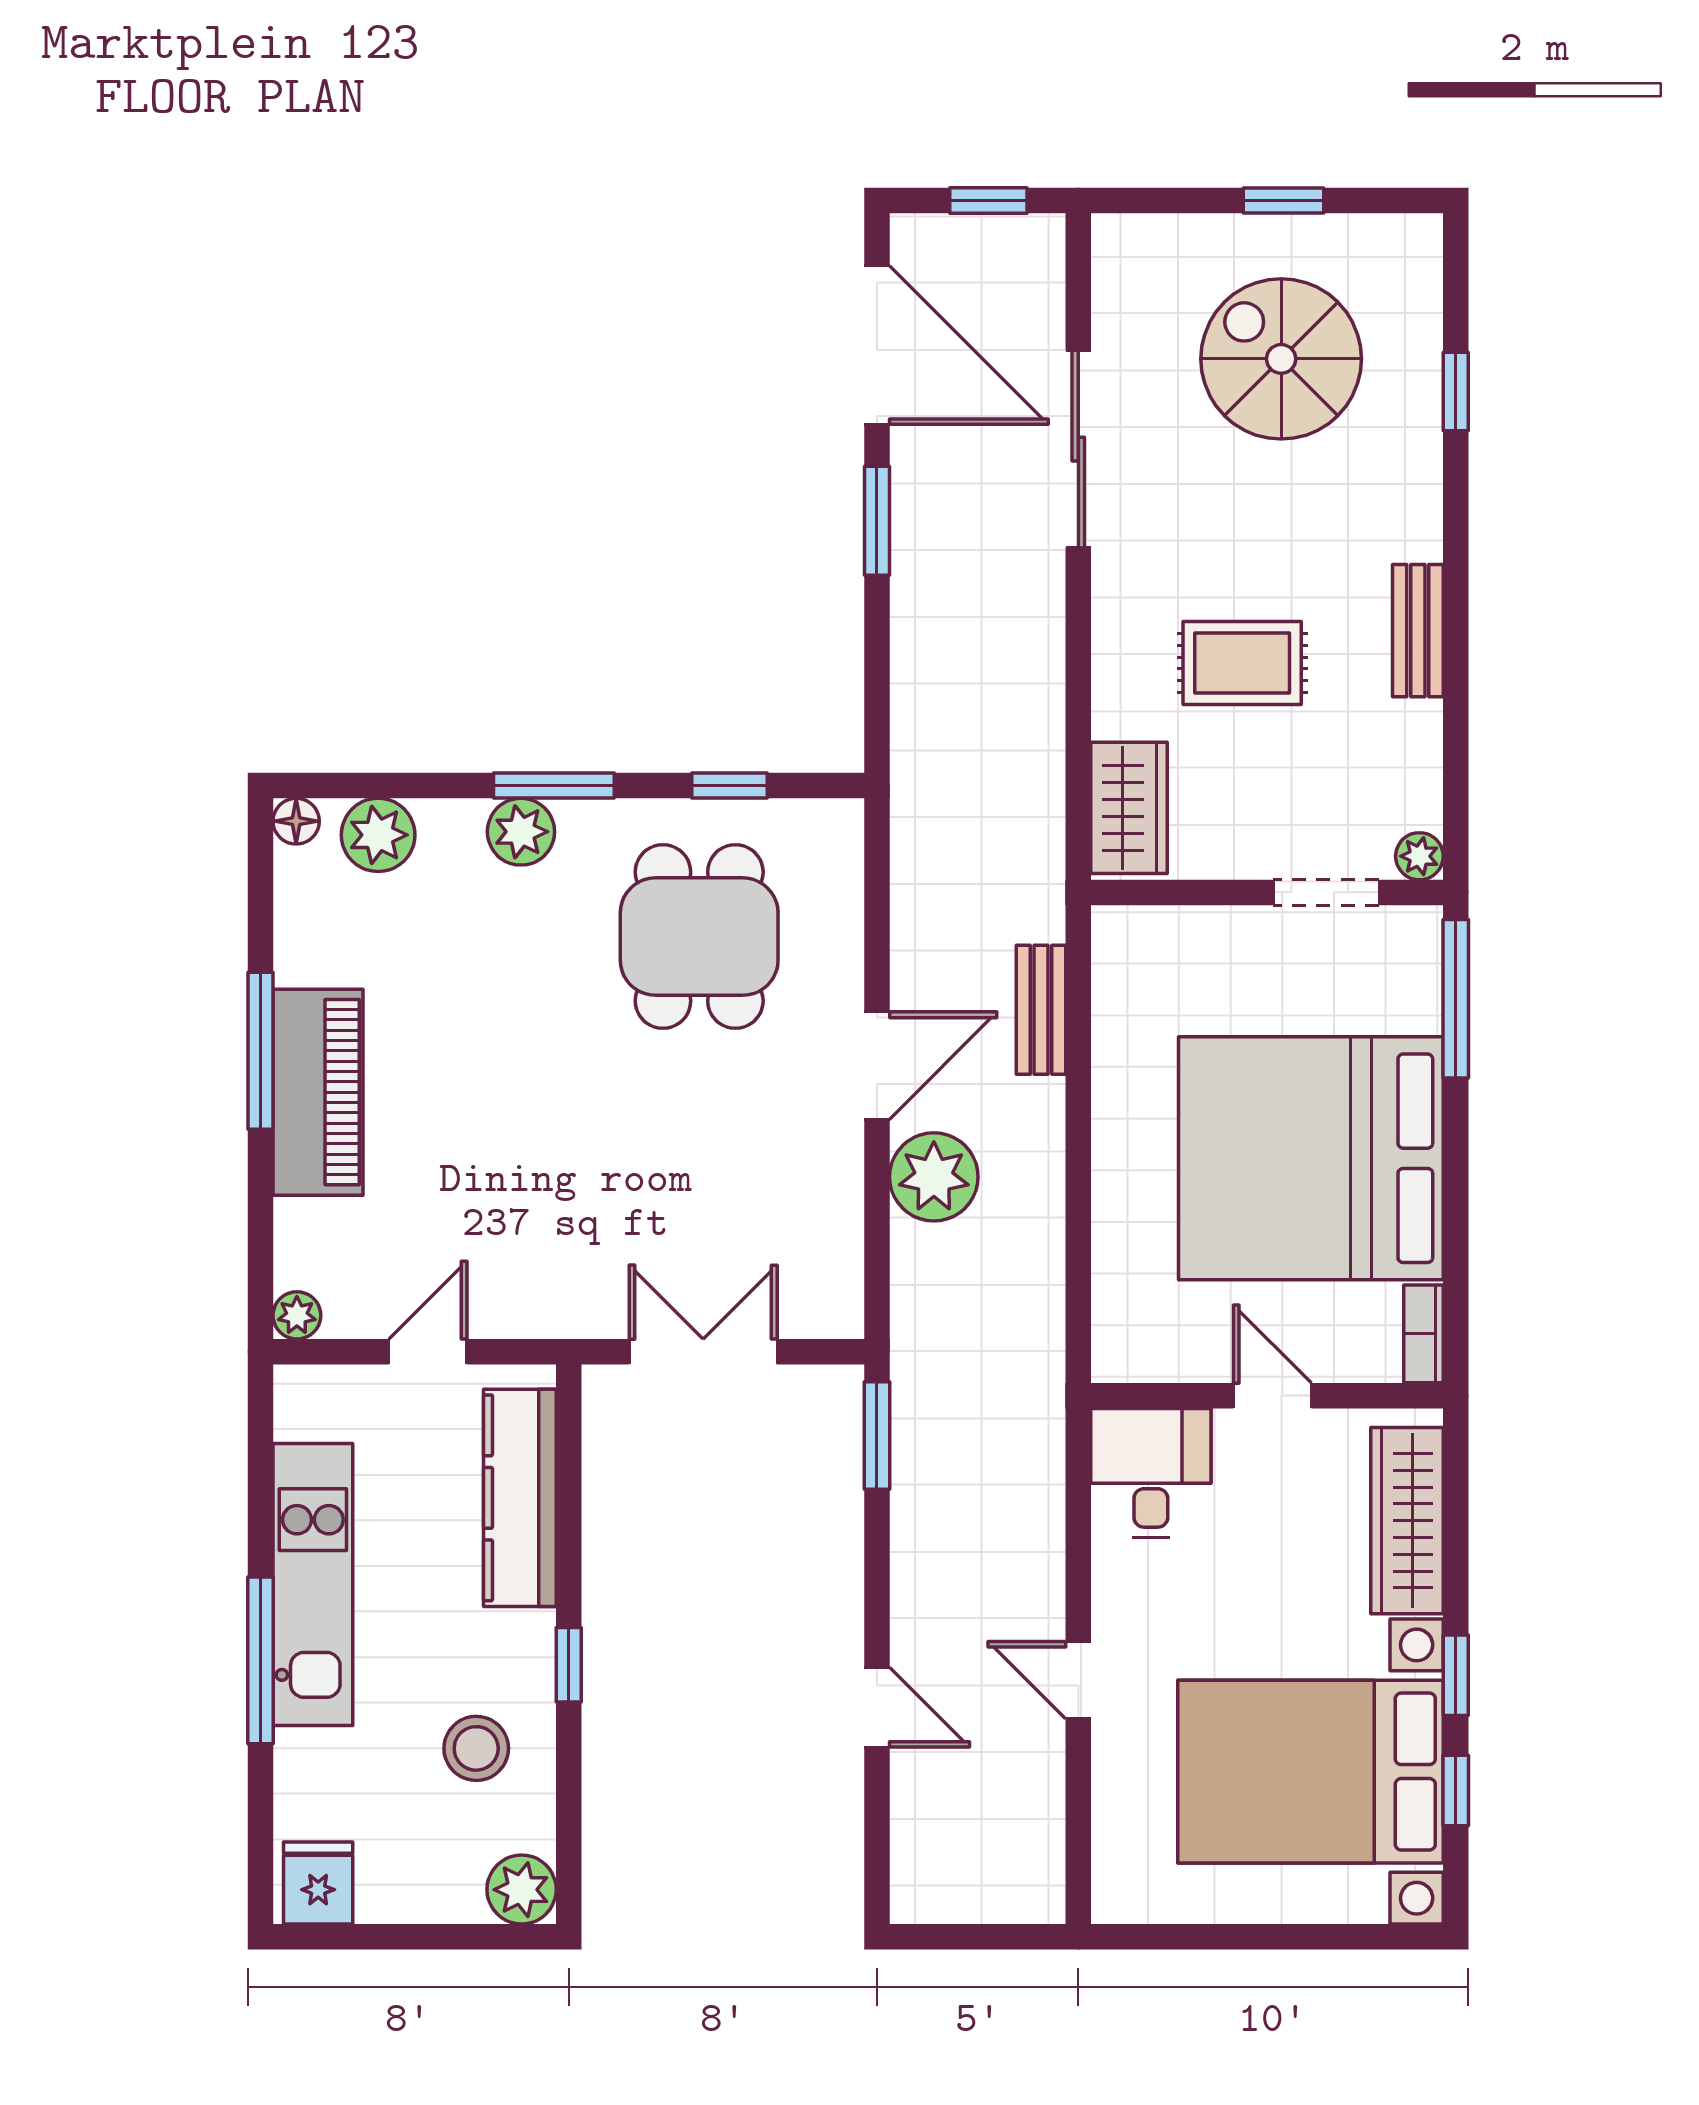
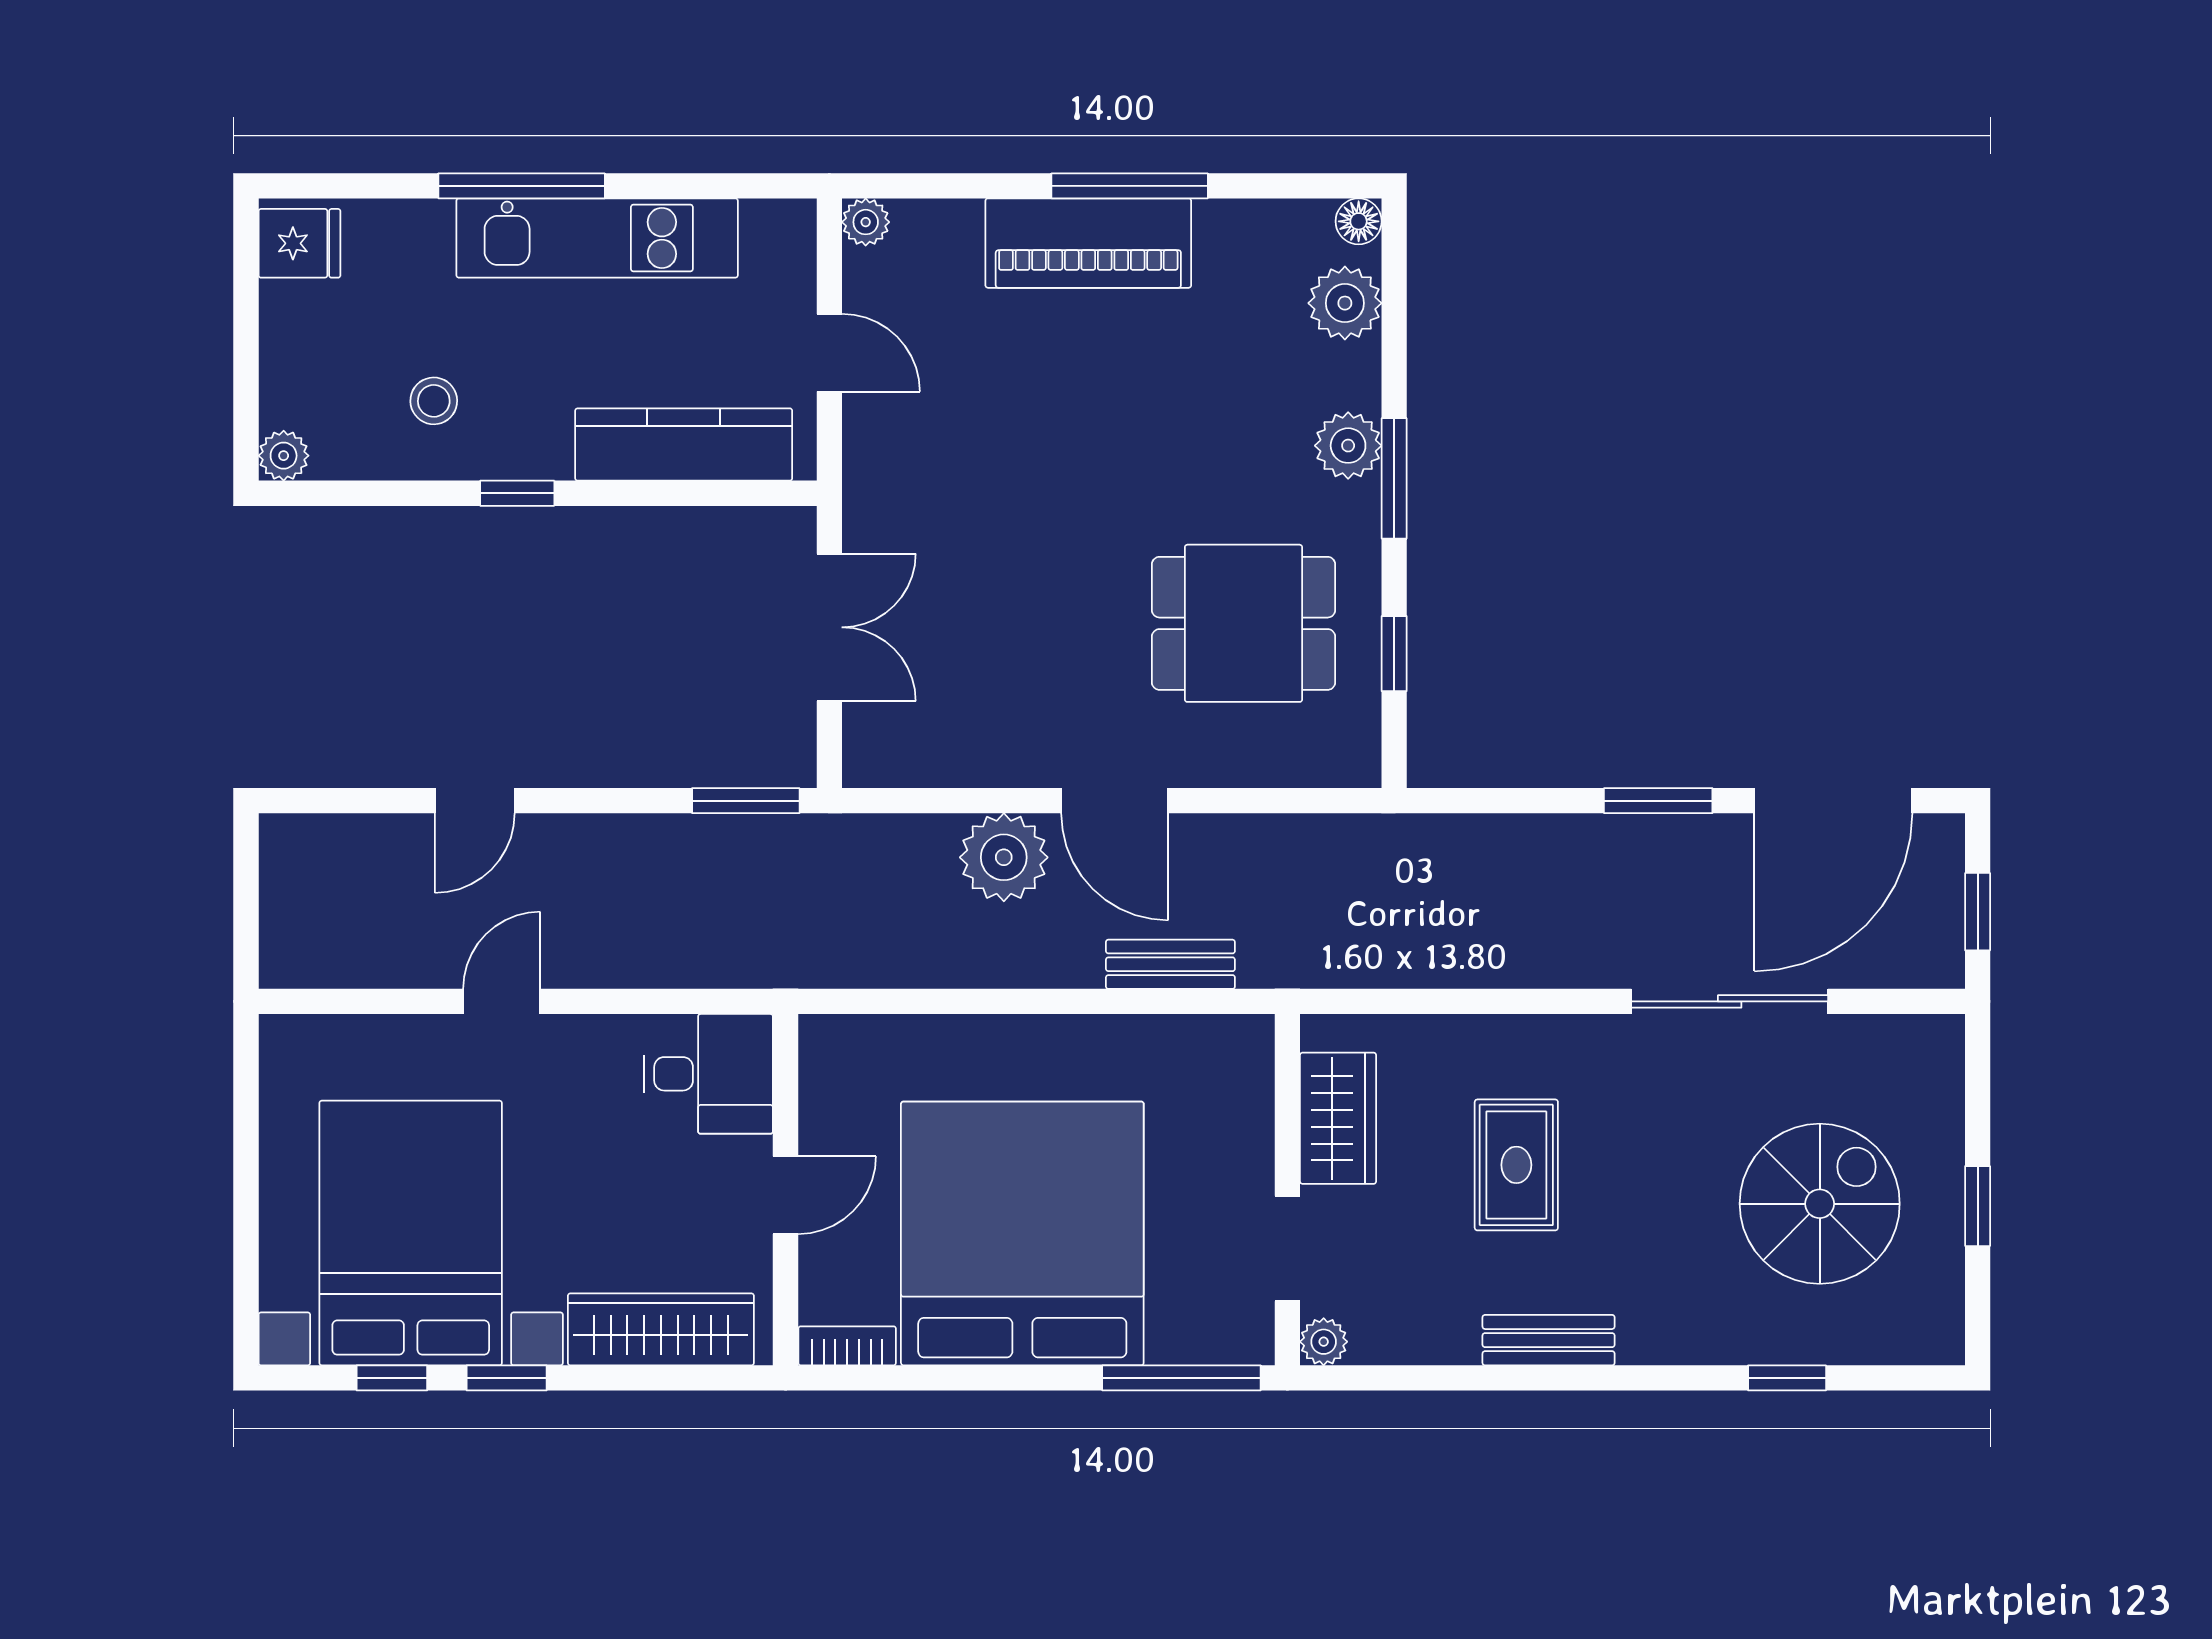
wardrobe: (1129, 808) -> (1338, 1118), moved, turned -90
stool: (476, 1748) -> (434, 401), width x0.73, depth x0.73
plant: (522, 1890) -> (284, 456), width x0.73, depth x0.73

